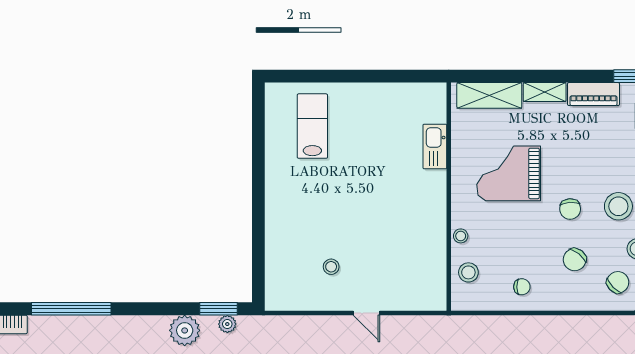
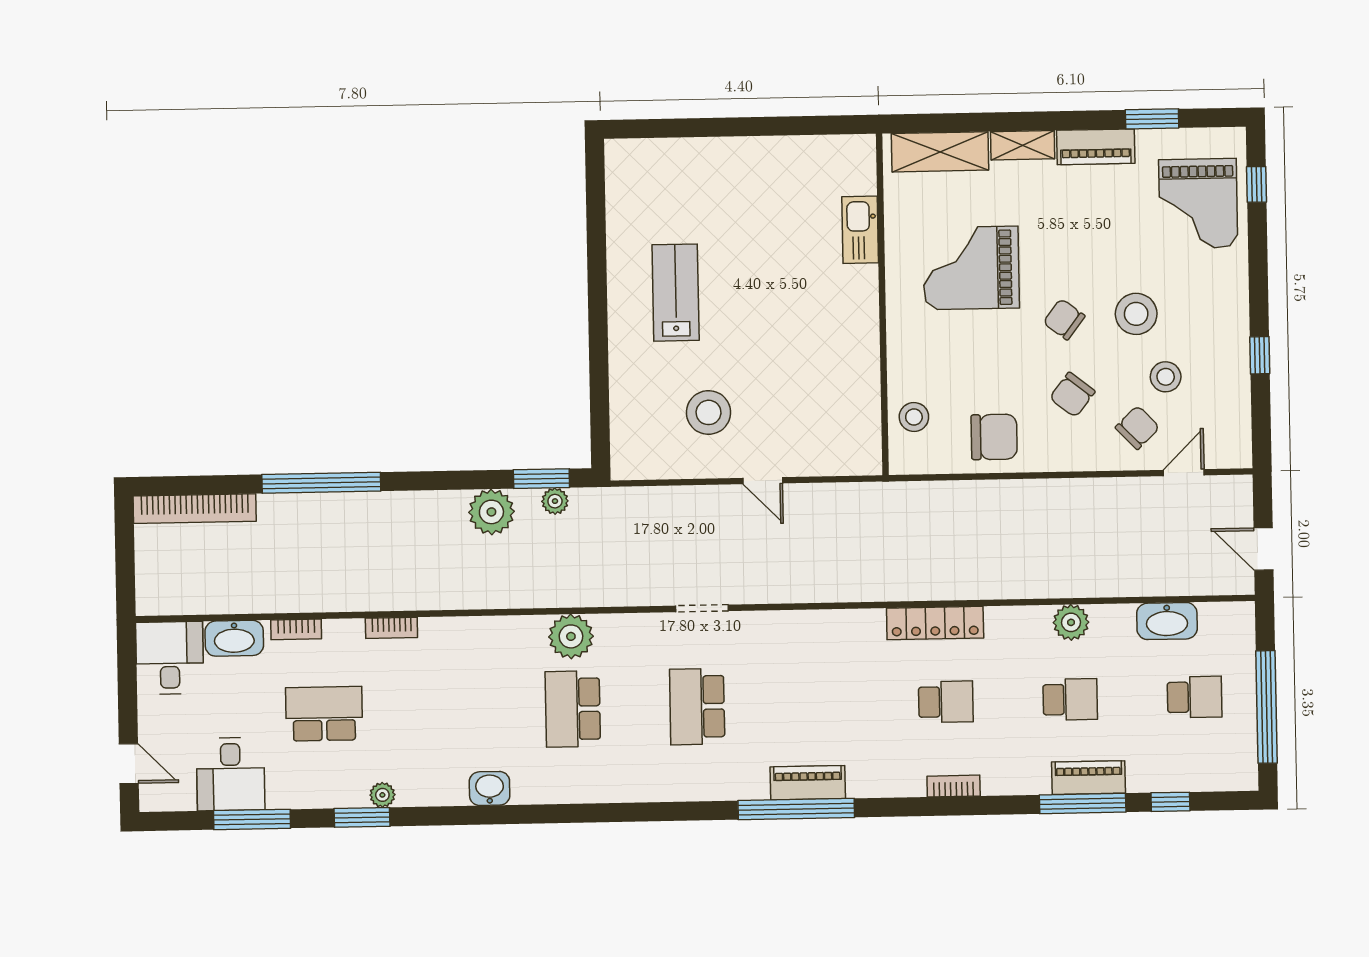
lab bench: (312, 126) -> (676, 293), moved
chair: (570, 209) -> (1064, 319), turned 131
stool: (461, 236) -> (901, 363), removed
stool: (331, 267) -> (709, 412), width x1.89, depth x1.89
chair: (522, 287) -> (994, 437), width x1.87, depth x1.87

